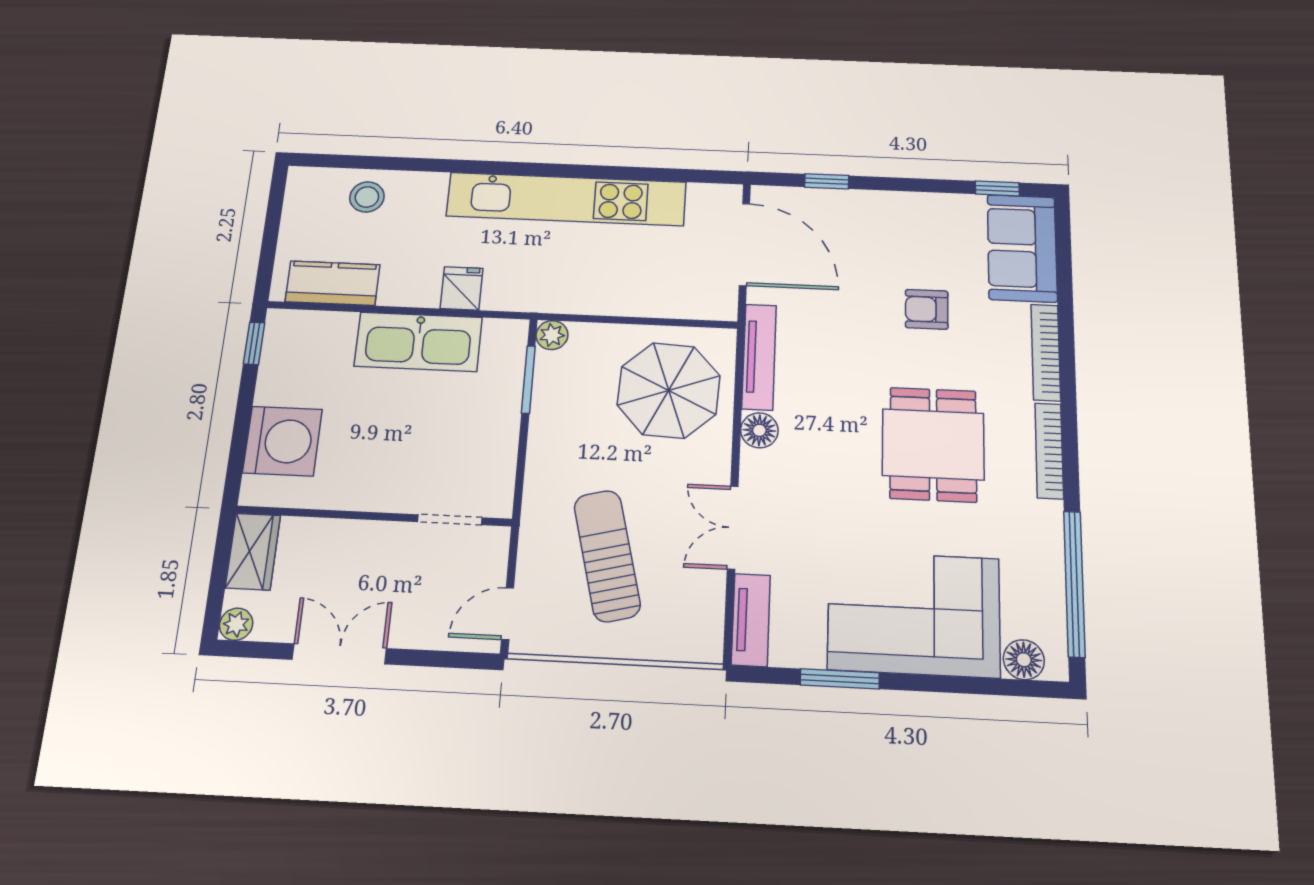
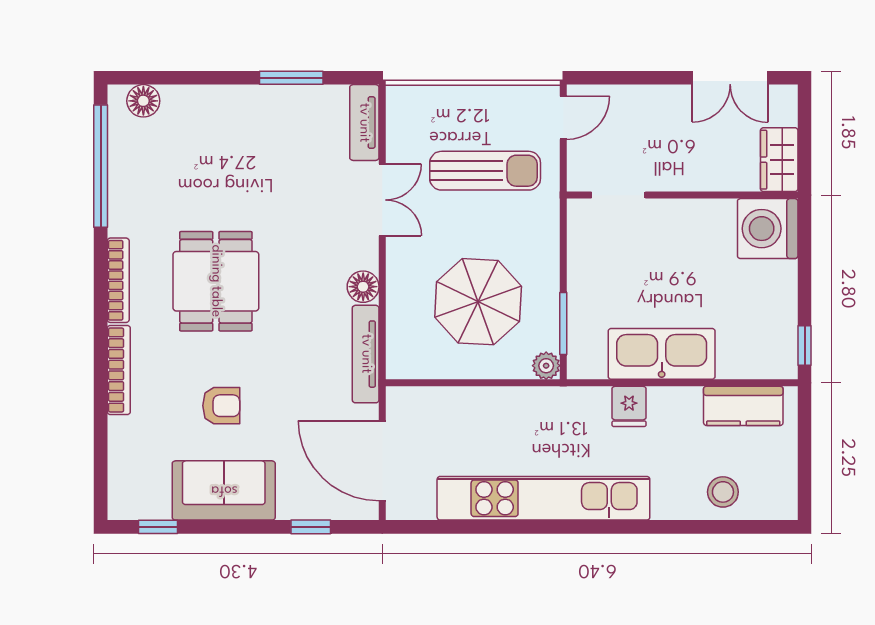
sofa: (1022, 248) -> (224, 490), moved, turned -90
parasol: (669, 390) -> (478, 302), moved
washing machine: (282, 441) -> (768, 229), moved
sun lounger: (607, 556) -> (485, 171), turned -76
corner sofa: (914, 614) -> (232, 134), removed
plant: (236, 624) -> (784, 98), removed
double door: (339, 654) -> (730, 78), moved

